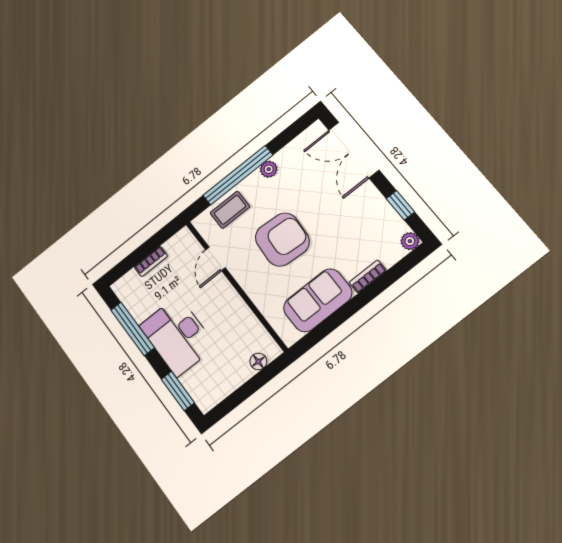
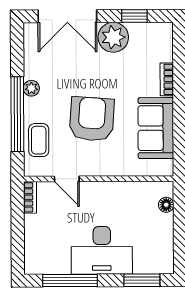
plant: (410, 241) -> (113, 37), moved, width x1.87, depth x1.87
bookcase: (151, 261) -> (30, 197), moved

